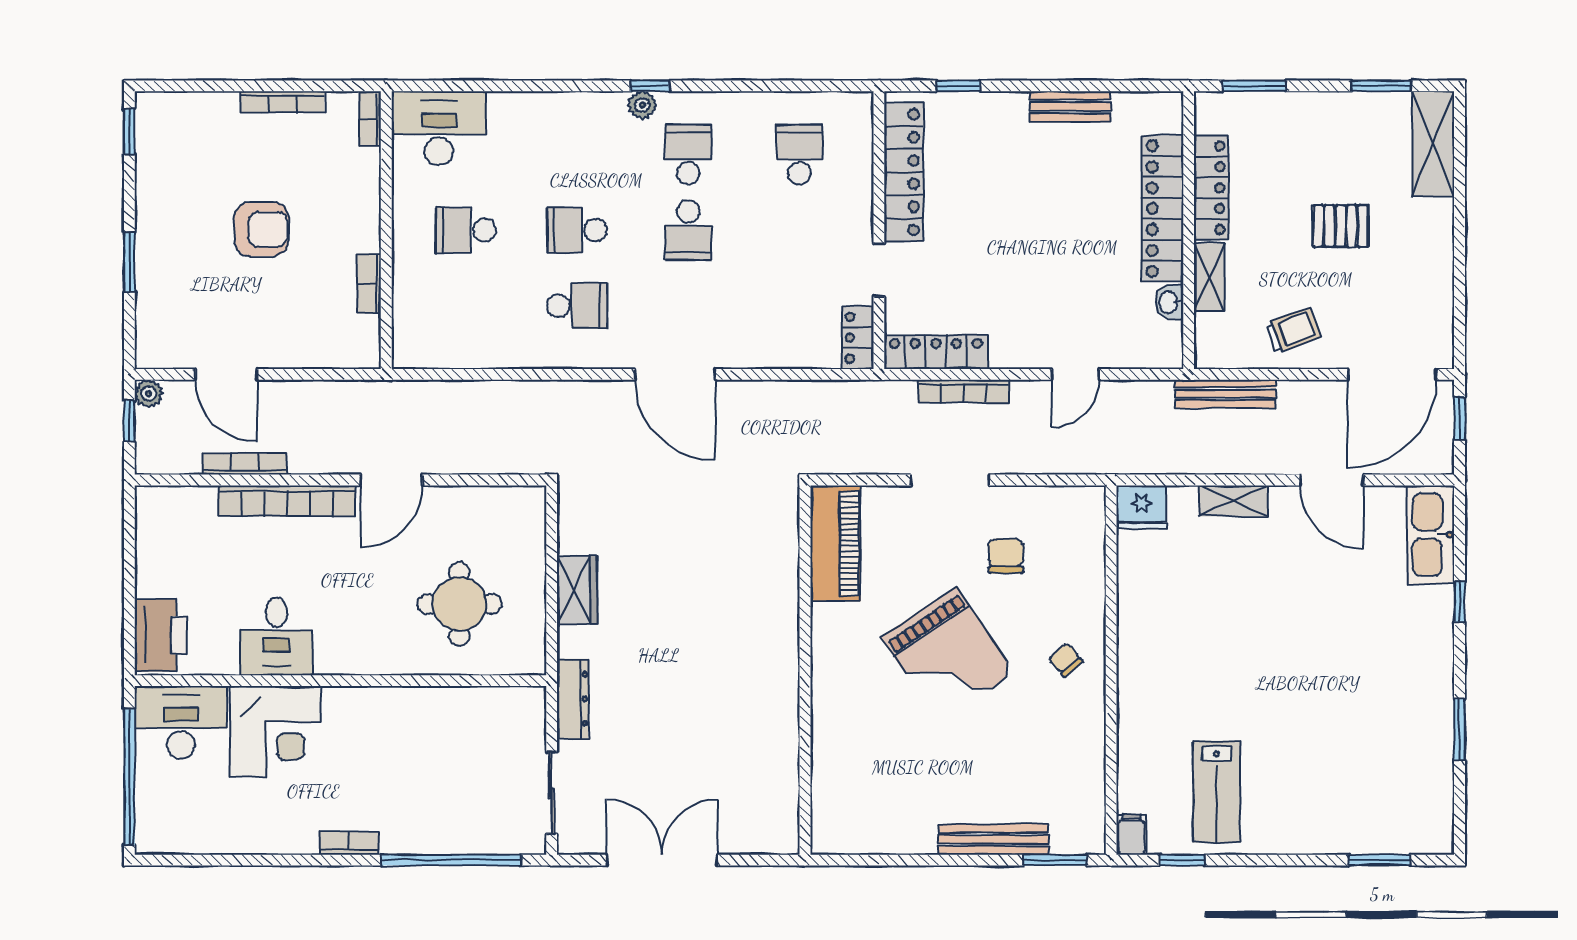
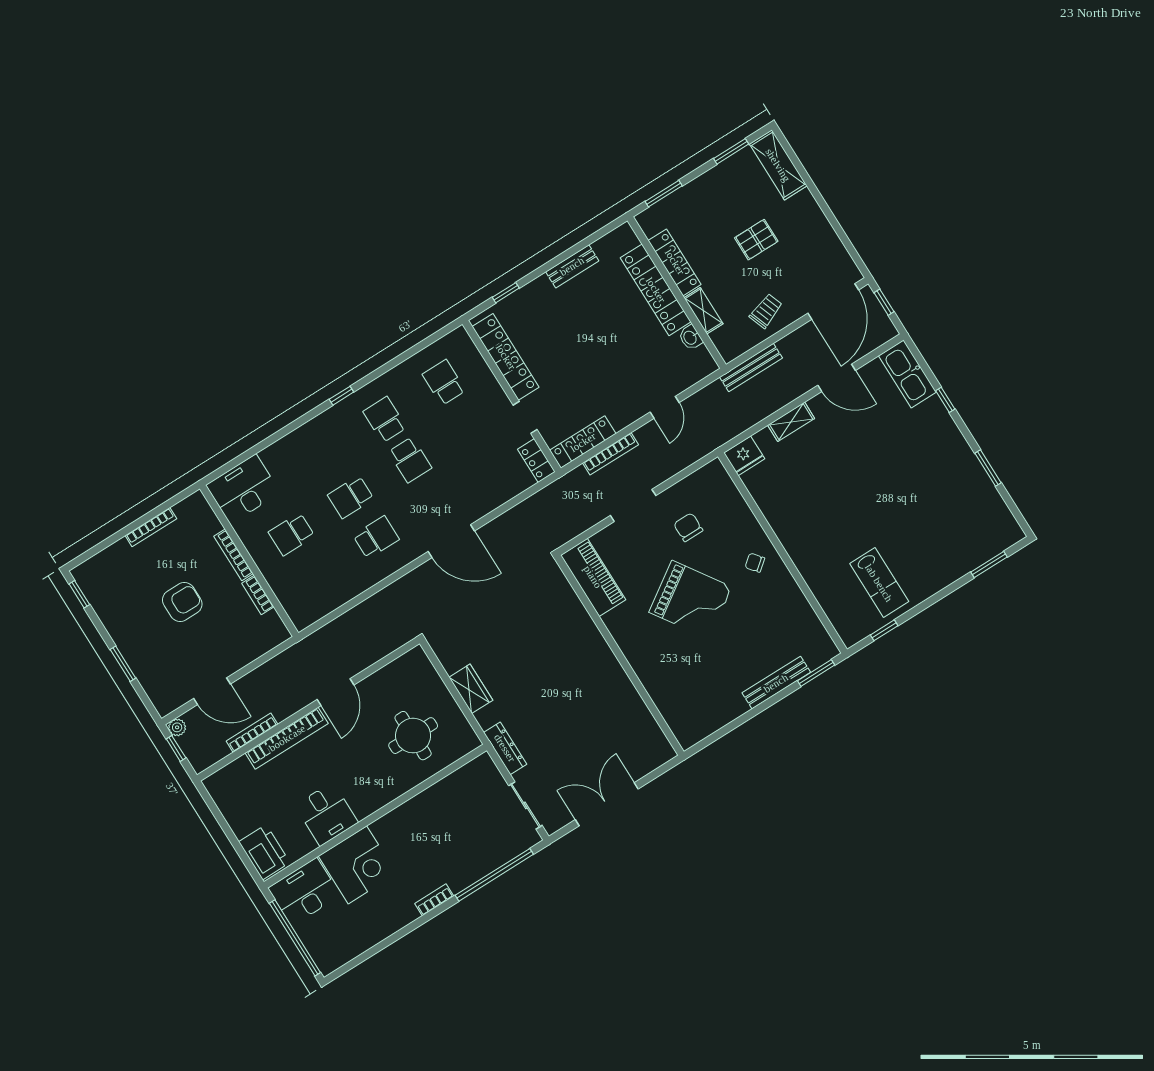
plant: (642, 105) -> (344, 408), removed
bookcase: (370, 120) -> (233, 555), moved, width x1.56
filing cabinet: (1132, 835) -> (848, 634), removed

